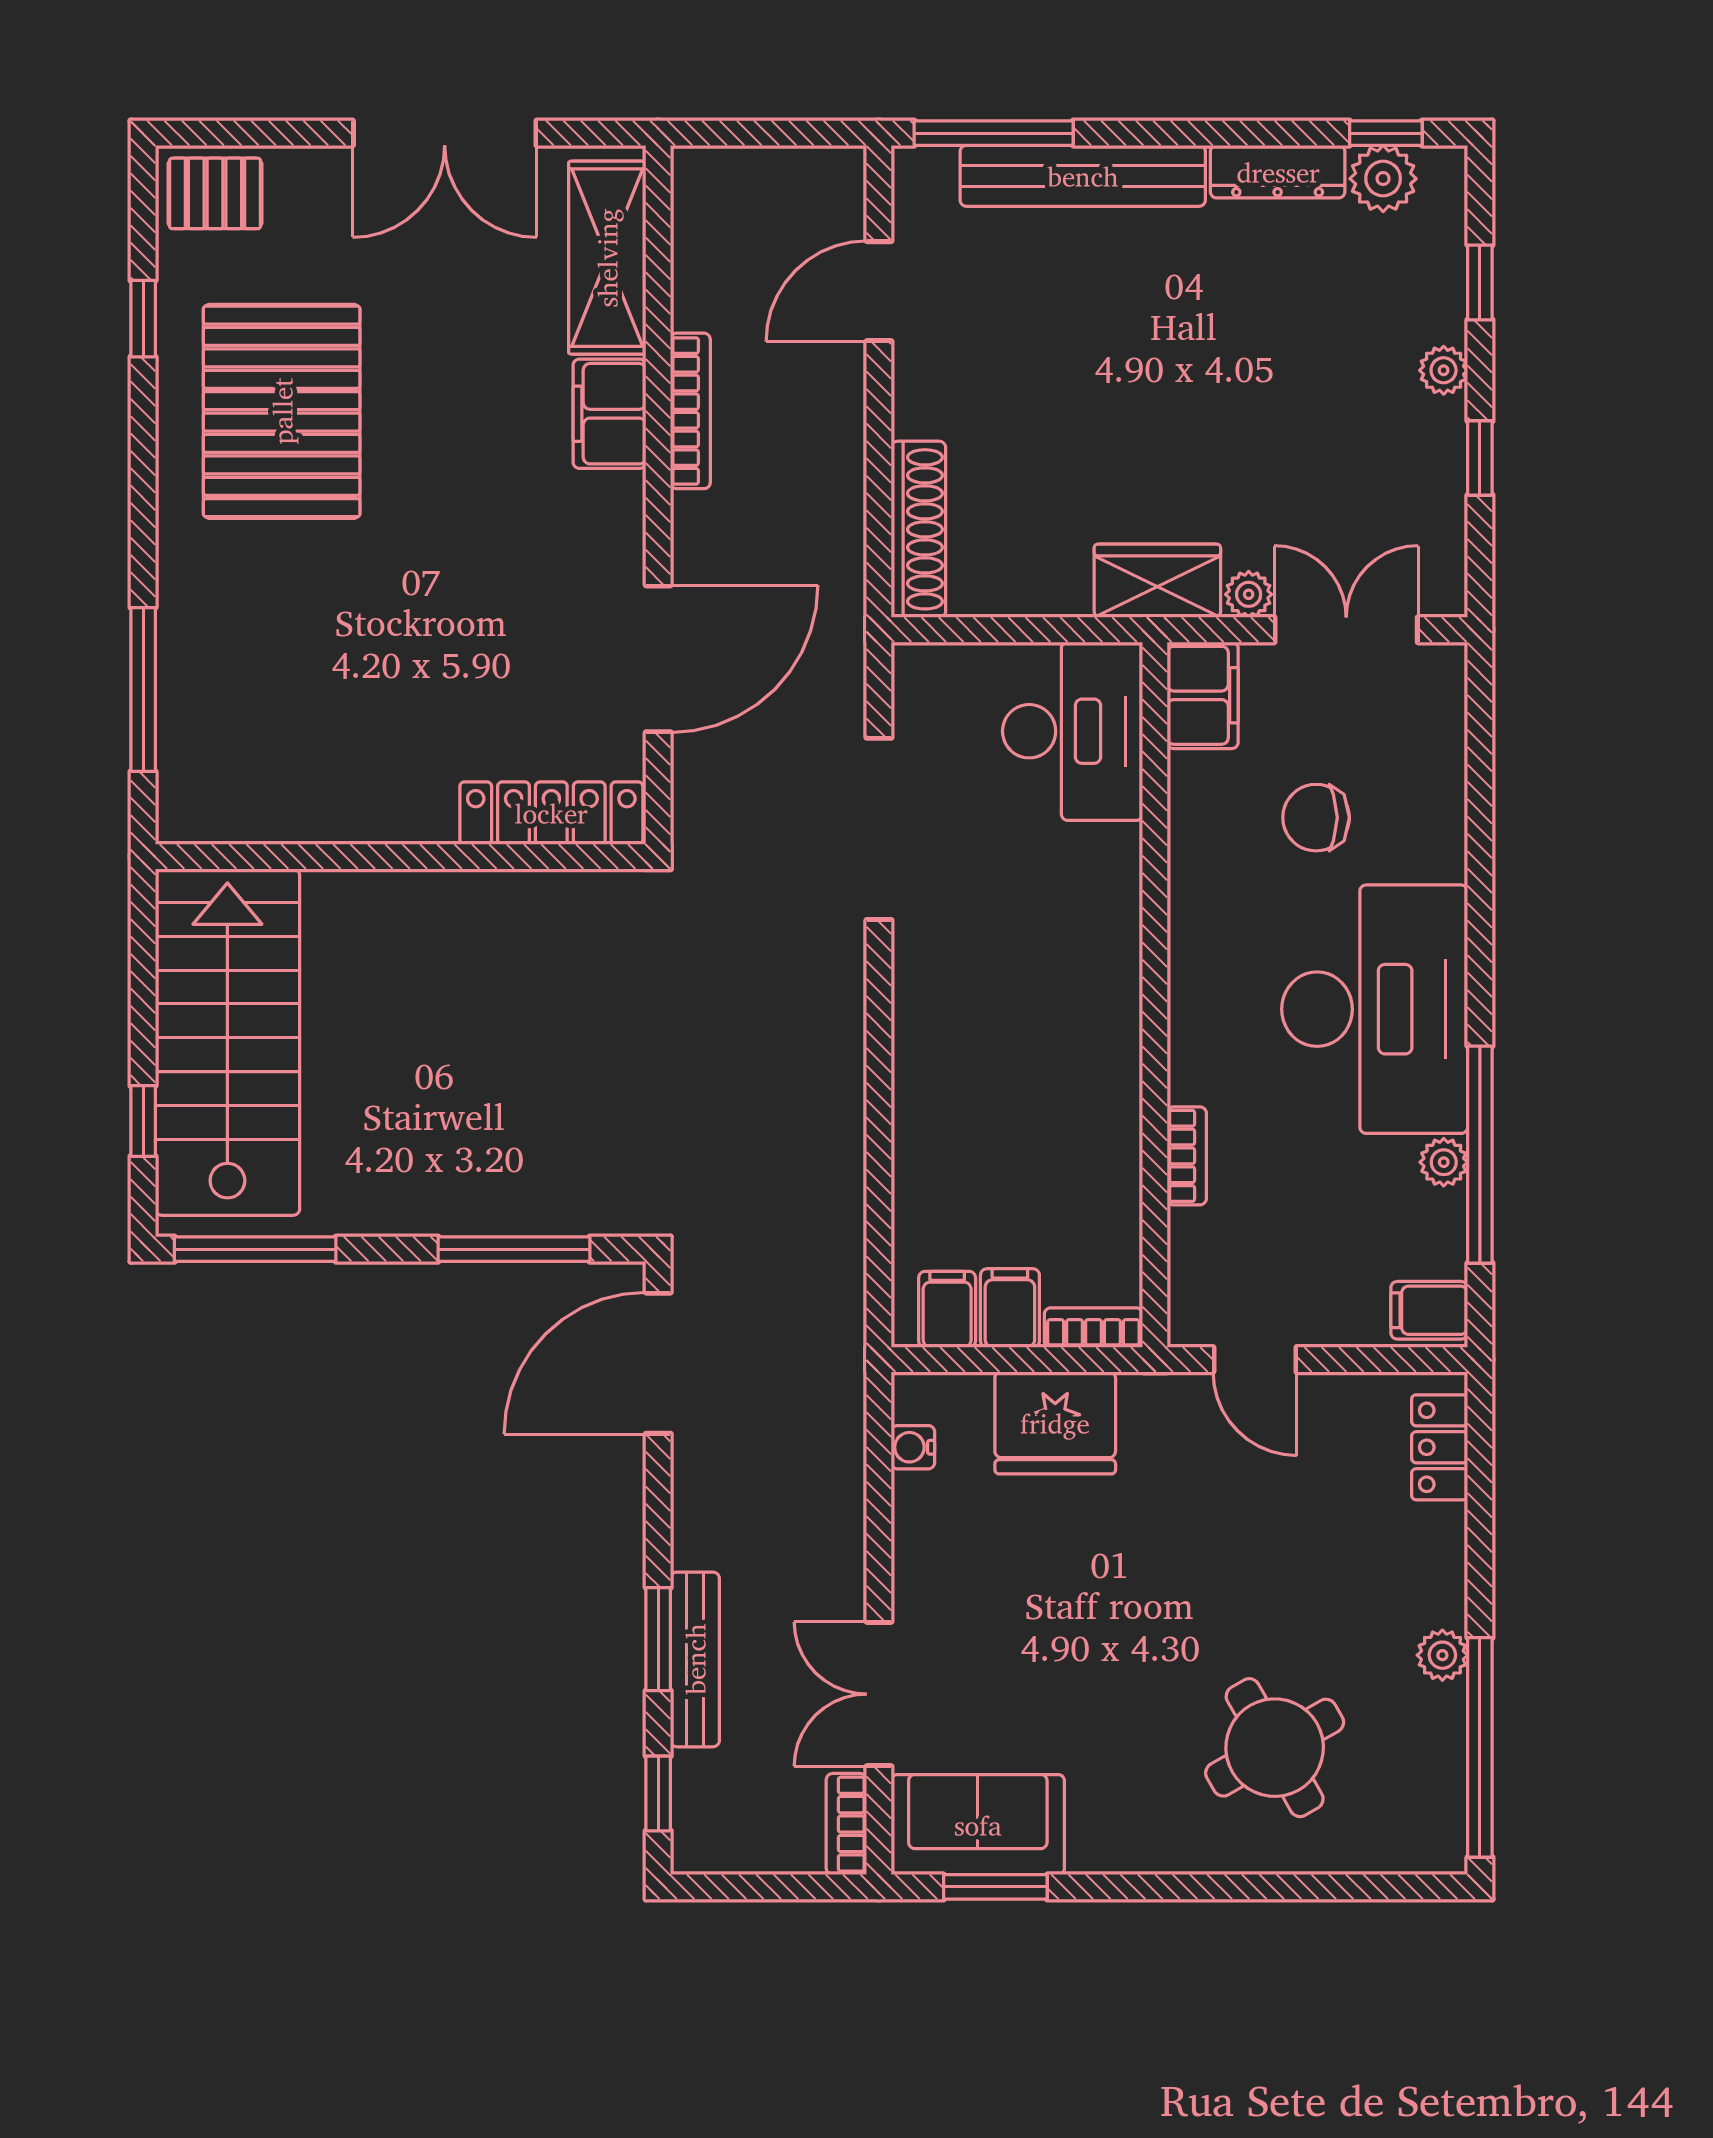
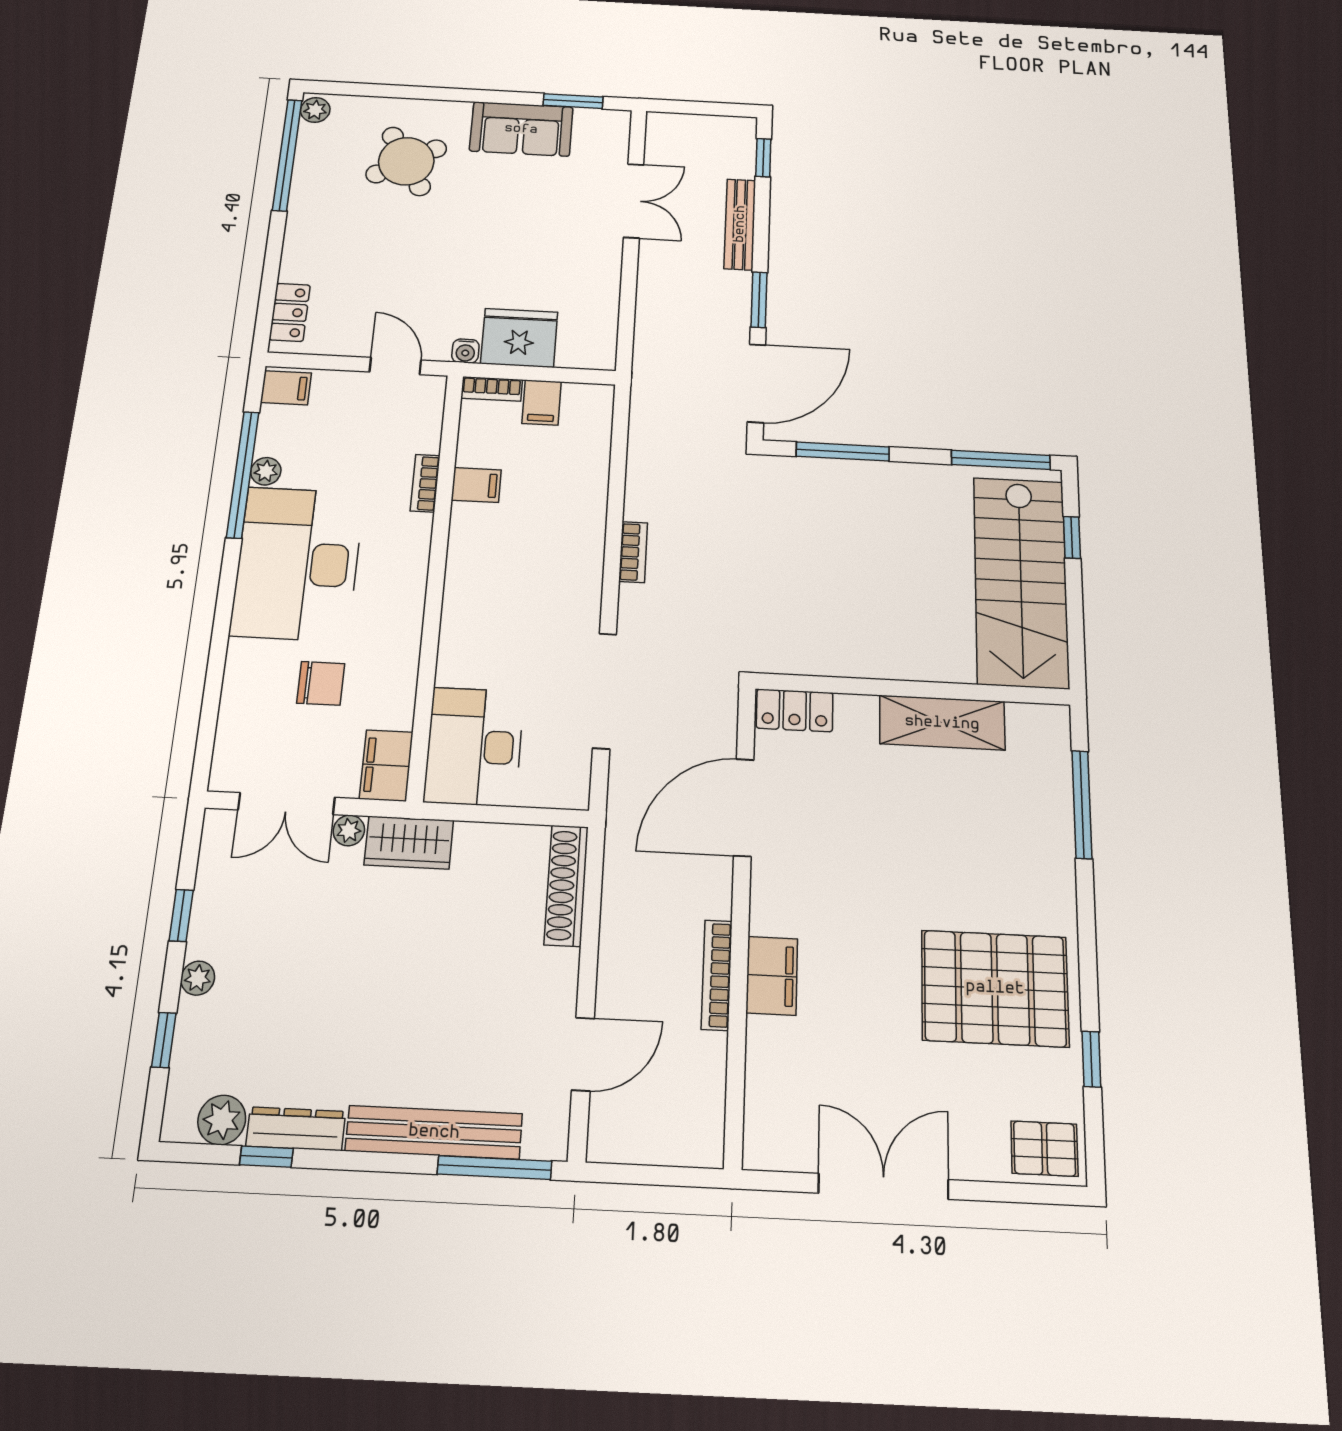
window: (1386, 133) -> (266, 1157), moved
shelving: (607, 258) -> (942, 723), moved, turned 90
pallet: (282, 411) -> (995, 988), turned 90
locker: (551, 813) -> (795, 710), width x0.66
filing cabinet: (947, 1309) -> (476, 485), moved, turned -90
water cooler: (913, 1447) -> (465, 351), moved, turned 90
window: (658, 1639) -> (759, 300), moved
plant: (1442, 1655) -> (315, 110), moved
bookcase: (846, 1824) -> (633, 552), moved
sofa: (978, 1825) -> (521, 129), moved

